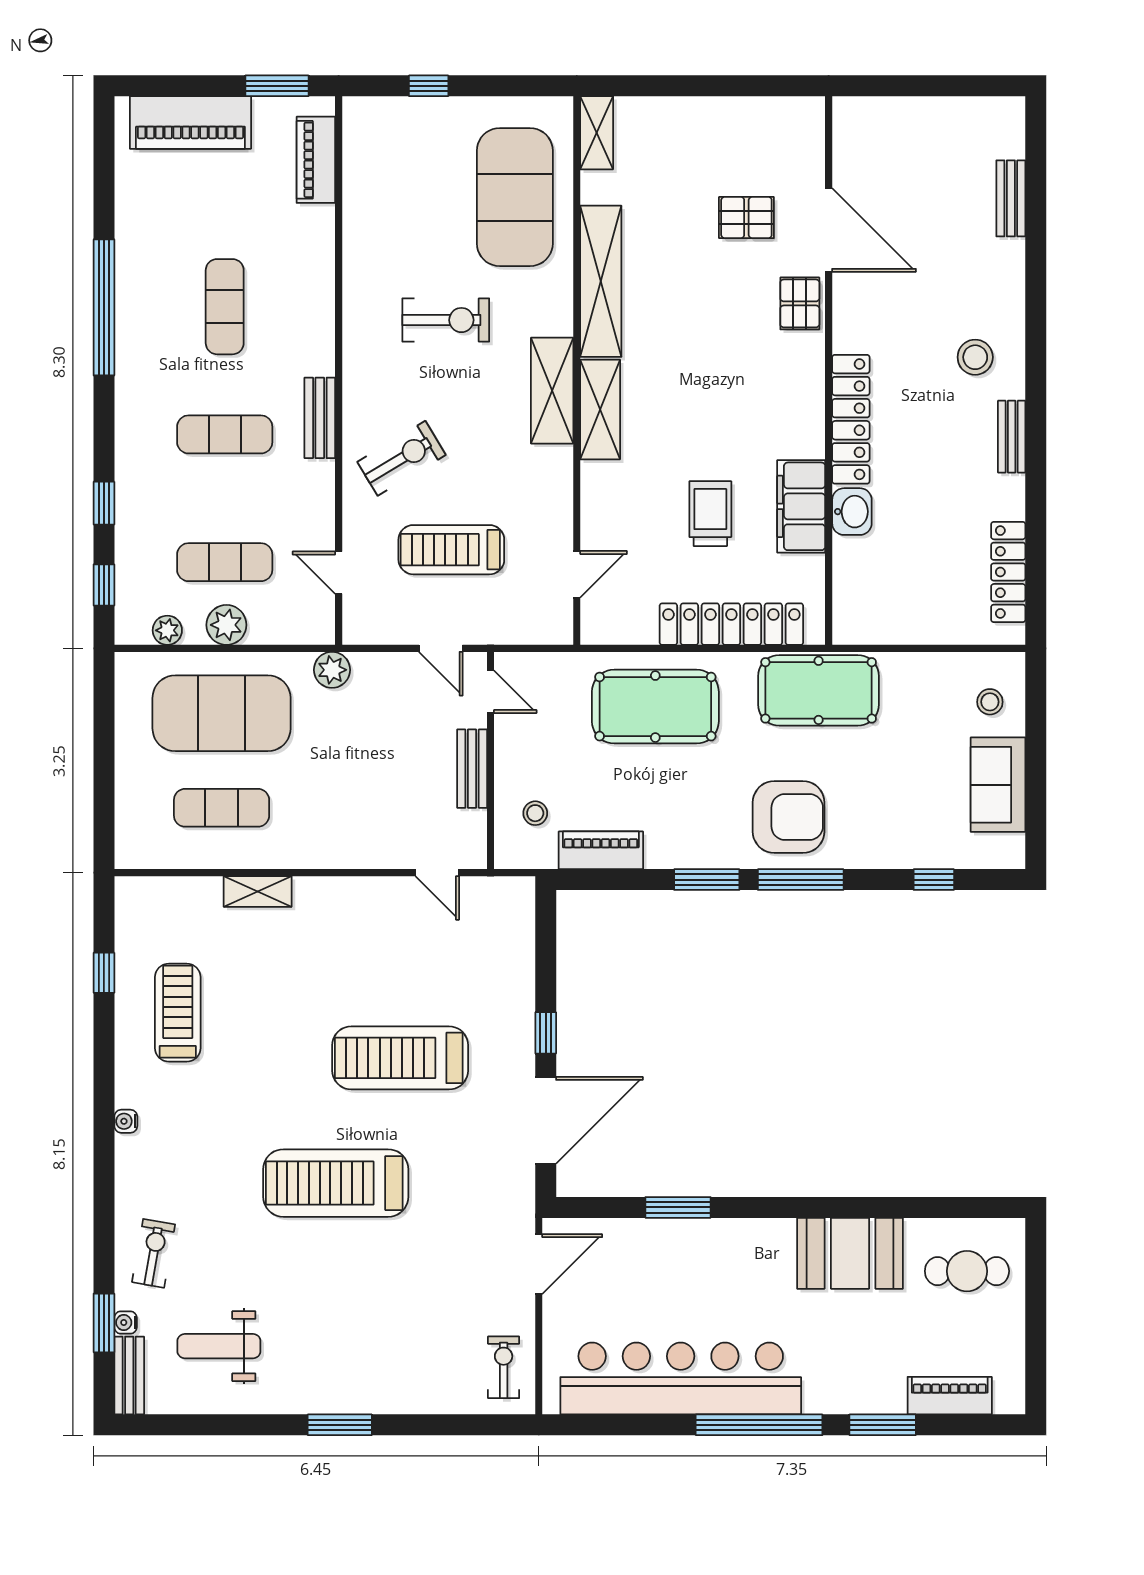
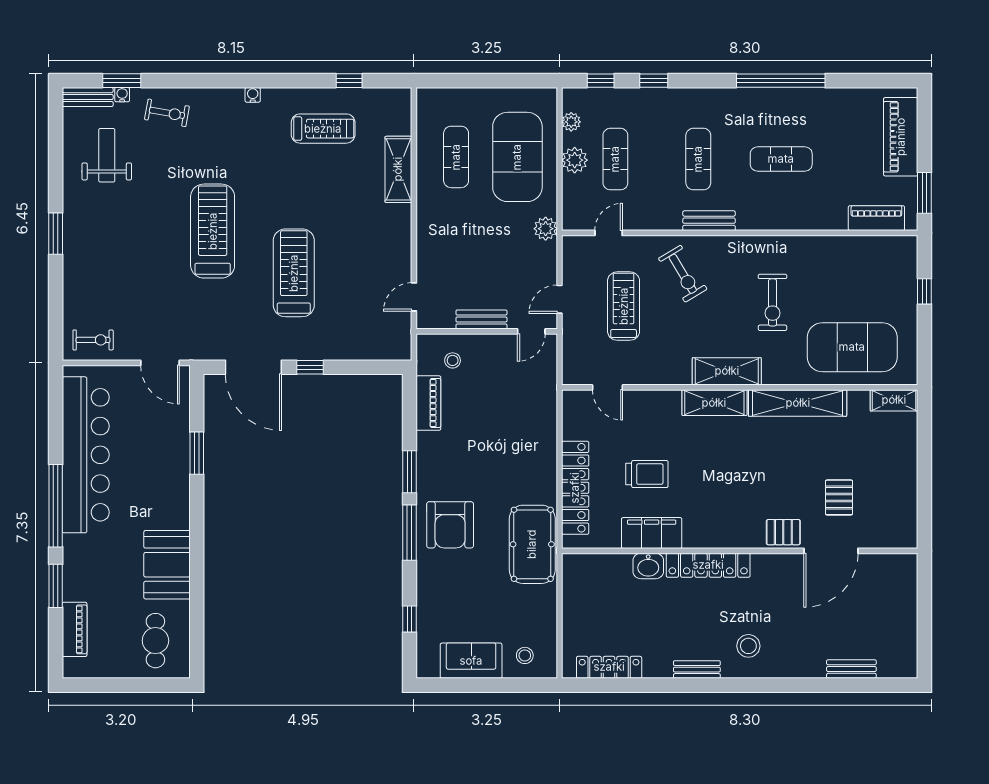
pool table: (655, 707) -> (522, 438), removed
shelving: (258, 891) -> (398, 169), width x1.50, depth x1.33

